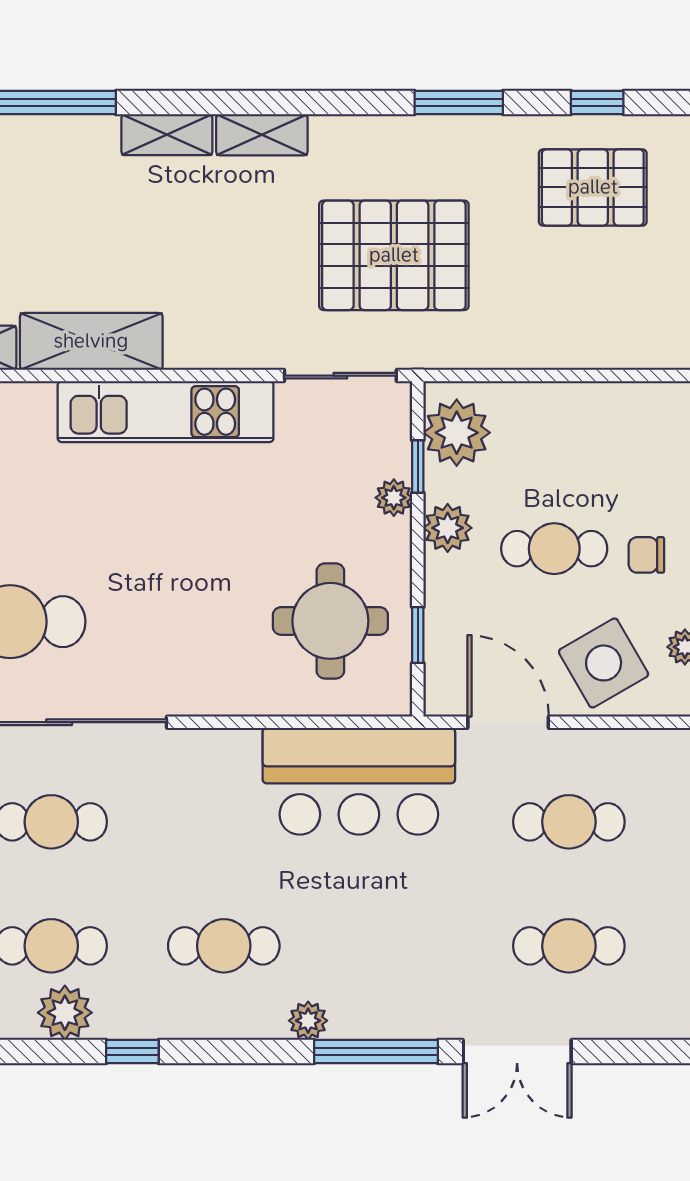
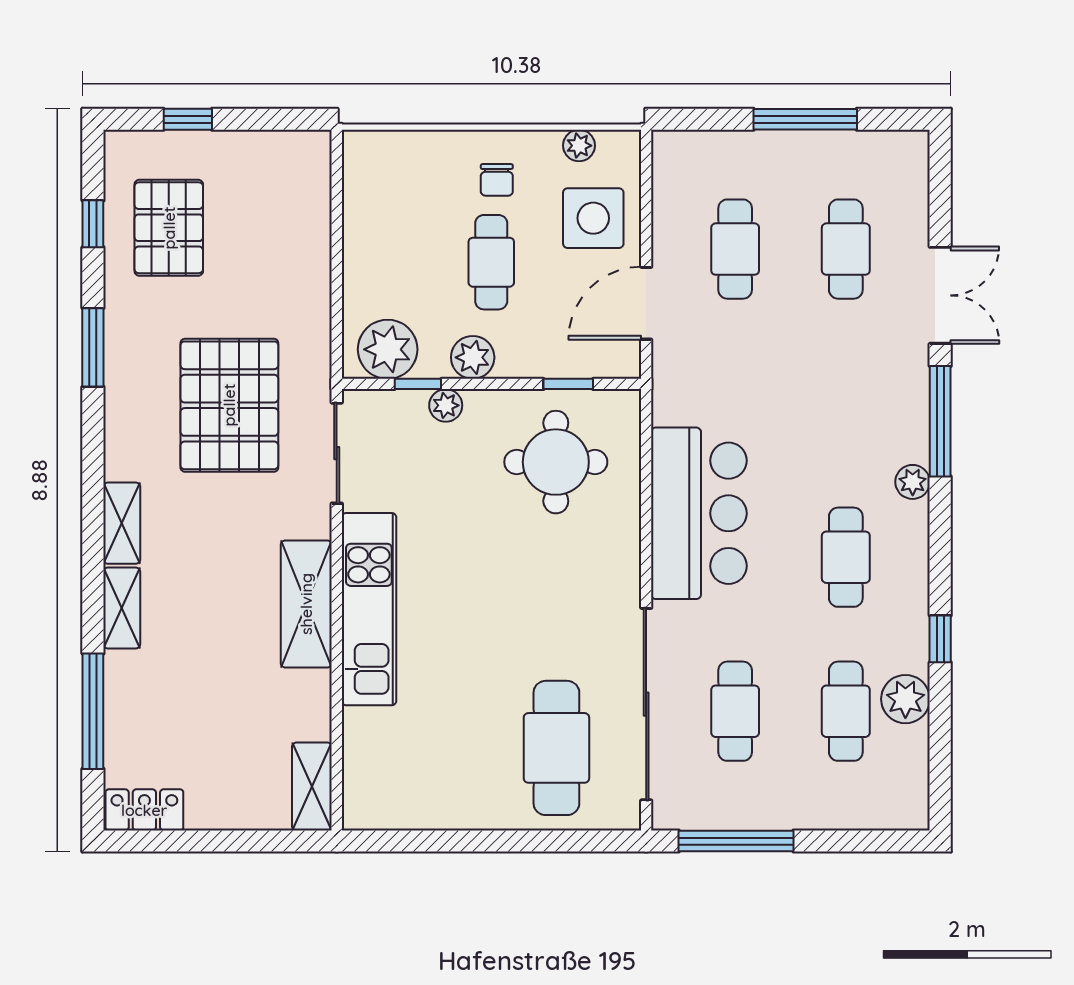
shelving: (91, 341) -> (306, 604), moved
side table: (604, 663) -> (593, 218), turned 30
bar counter: (359, 781) -> (699, 513), moved

